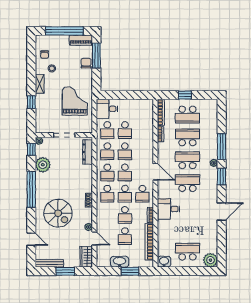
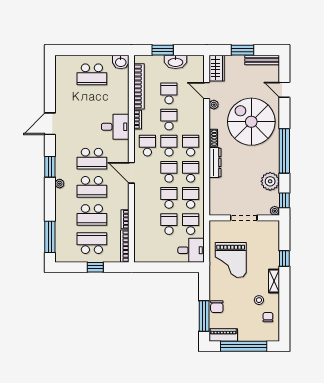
window: (222, 146) -> (50, 237), moved
dresser: (88, 152) -> (215, 162), moved
spiral stairs: (58, 213) -> (251, 122), width x1.37, depth x1.37
plant: (210, 260) -> (64, 64), removed

